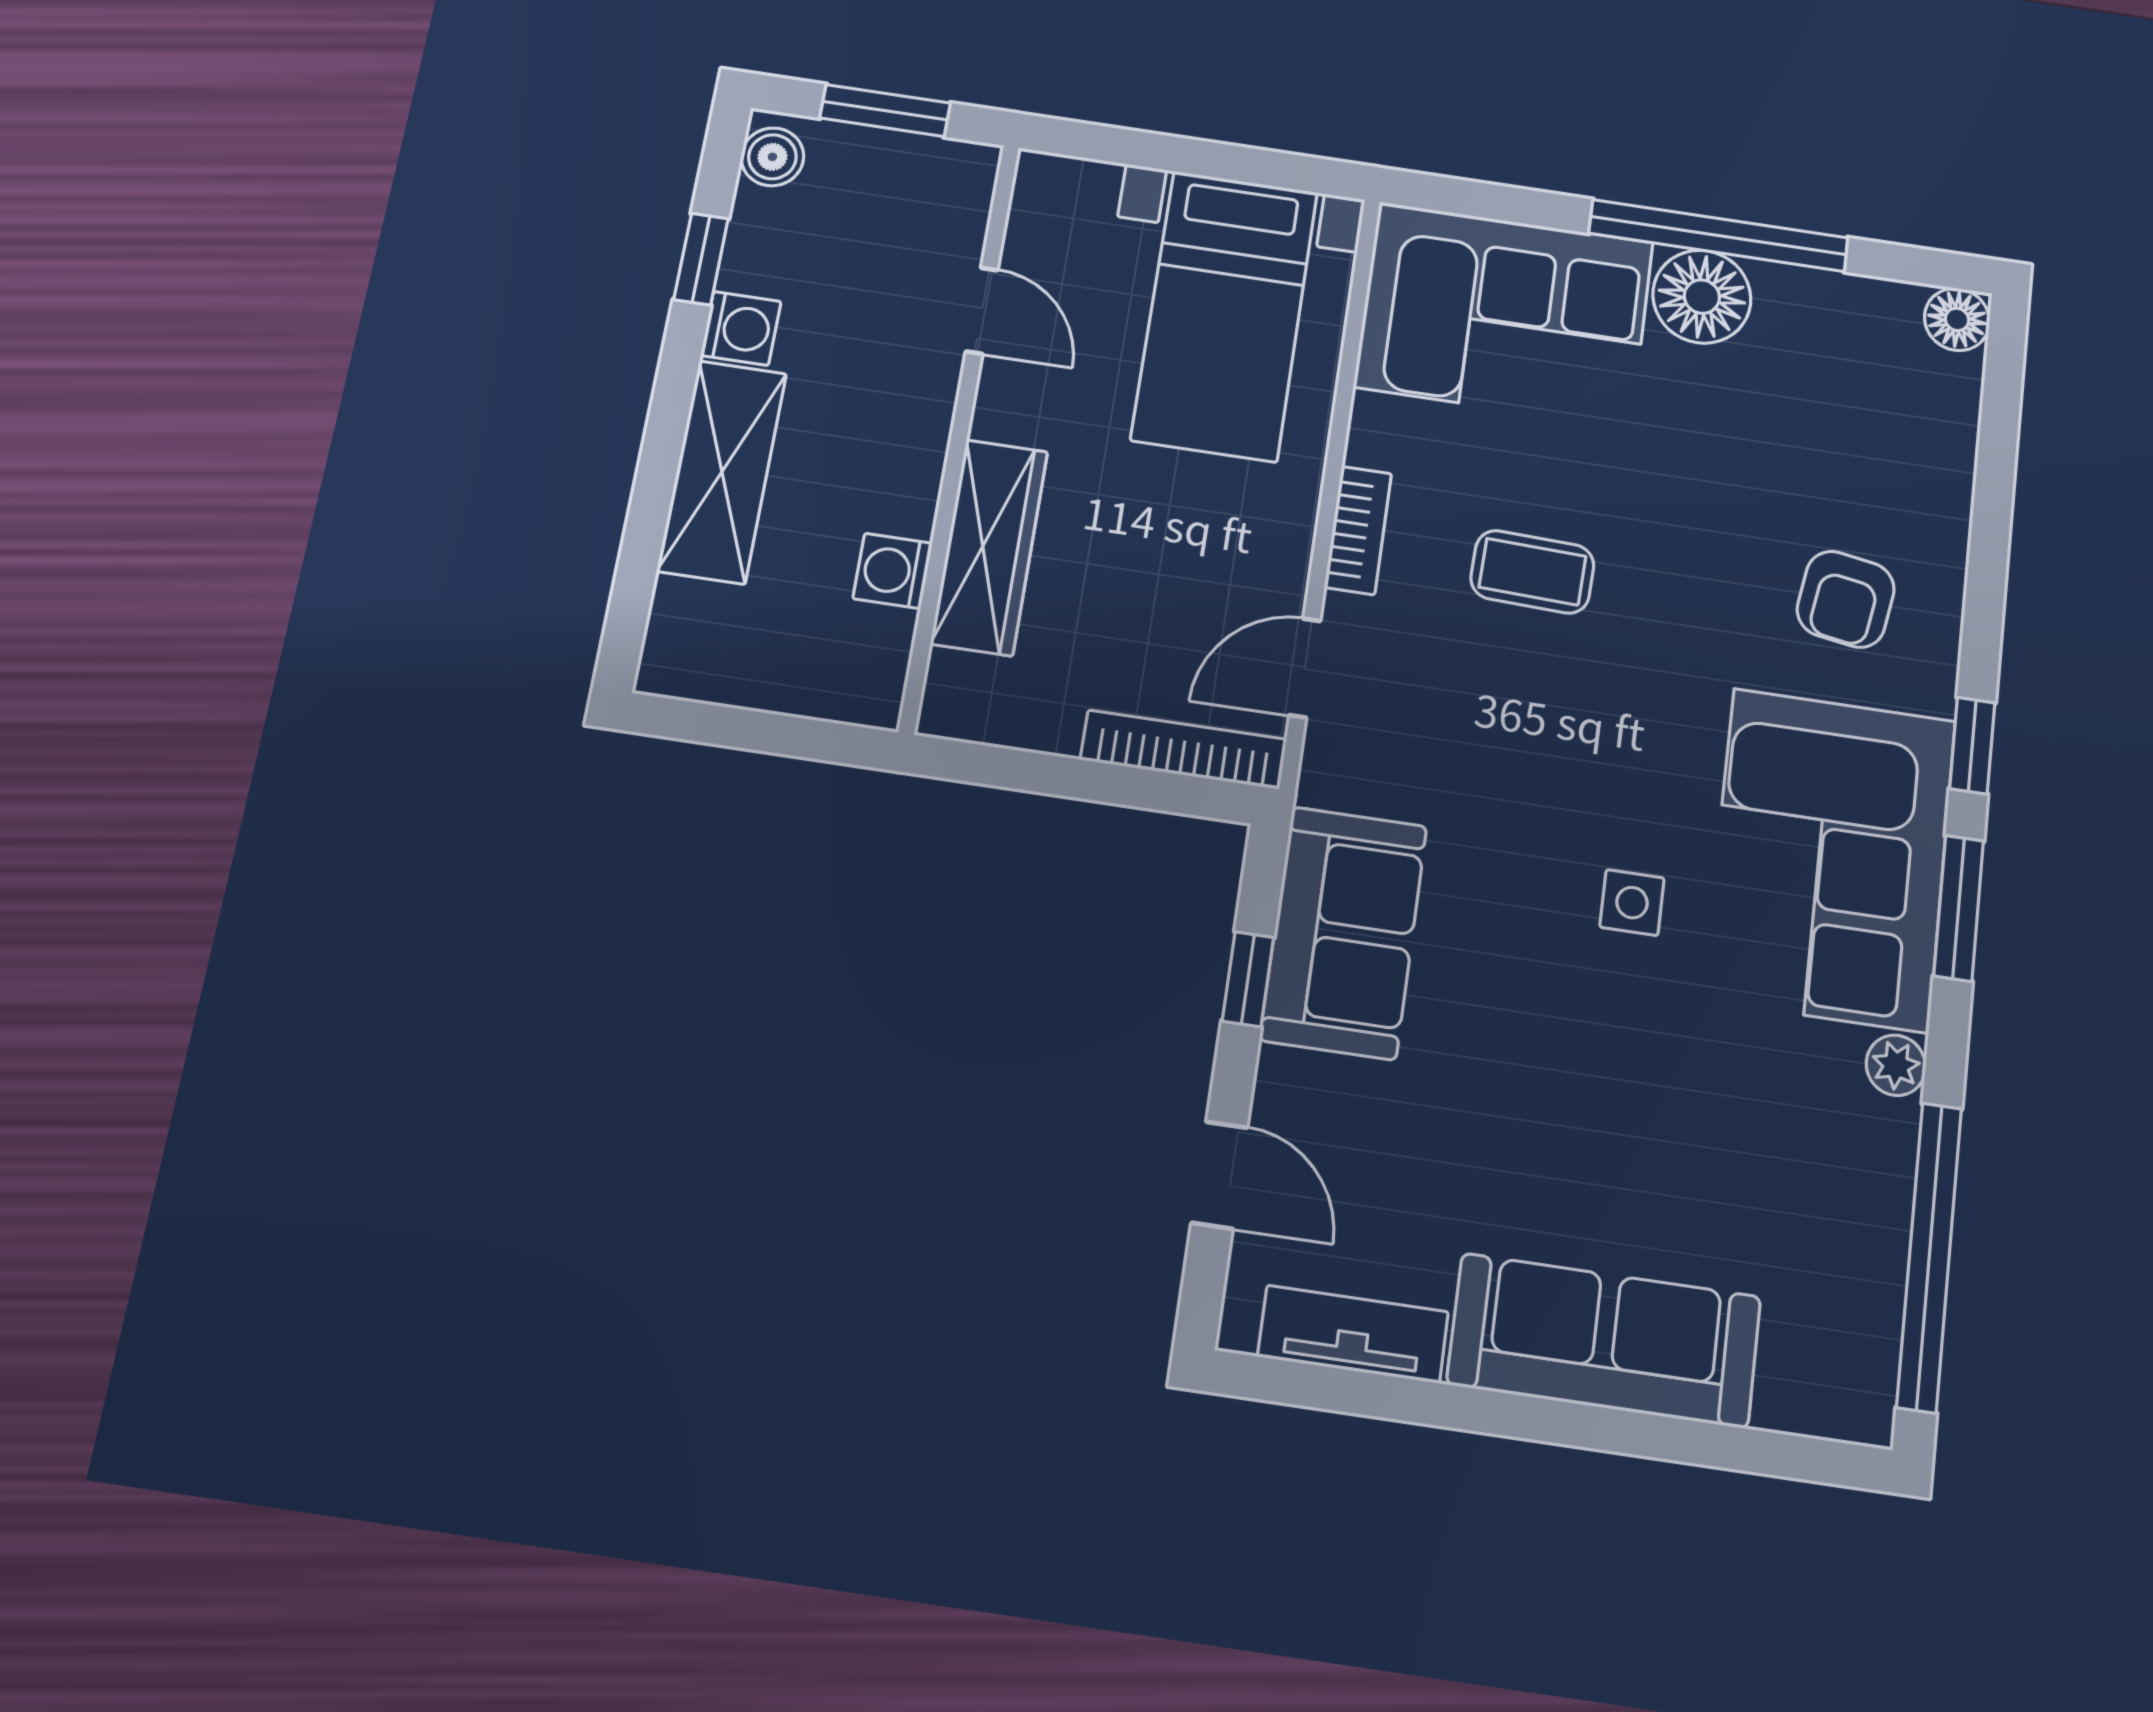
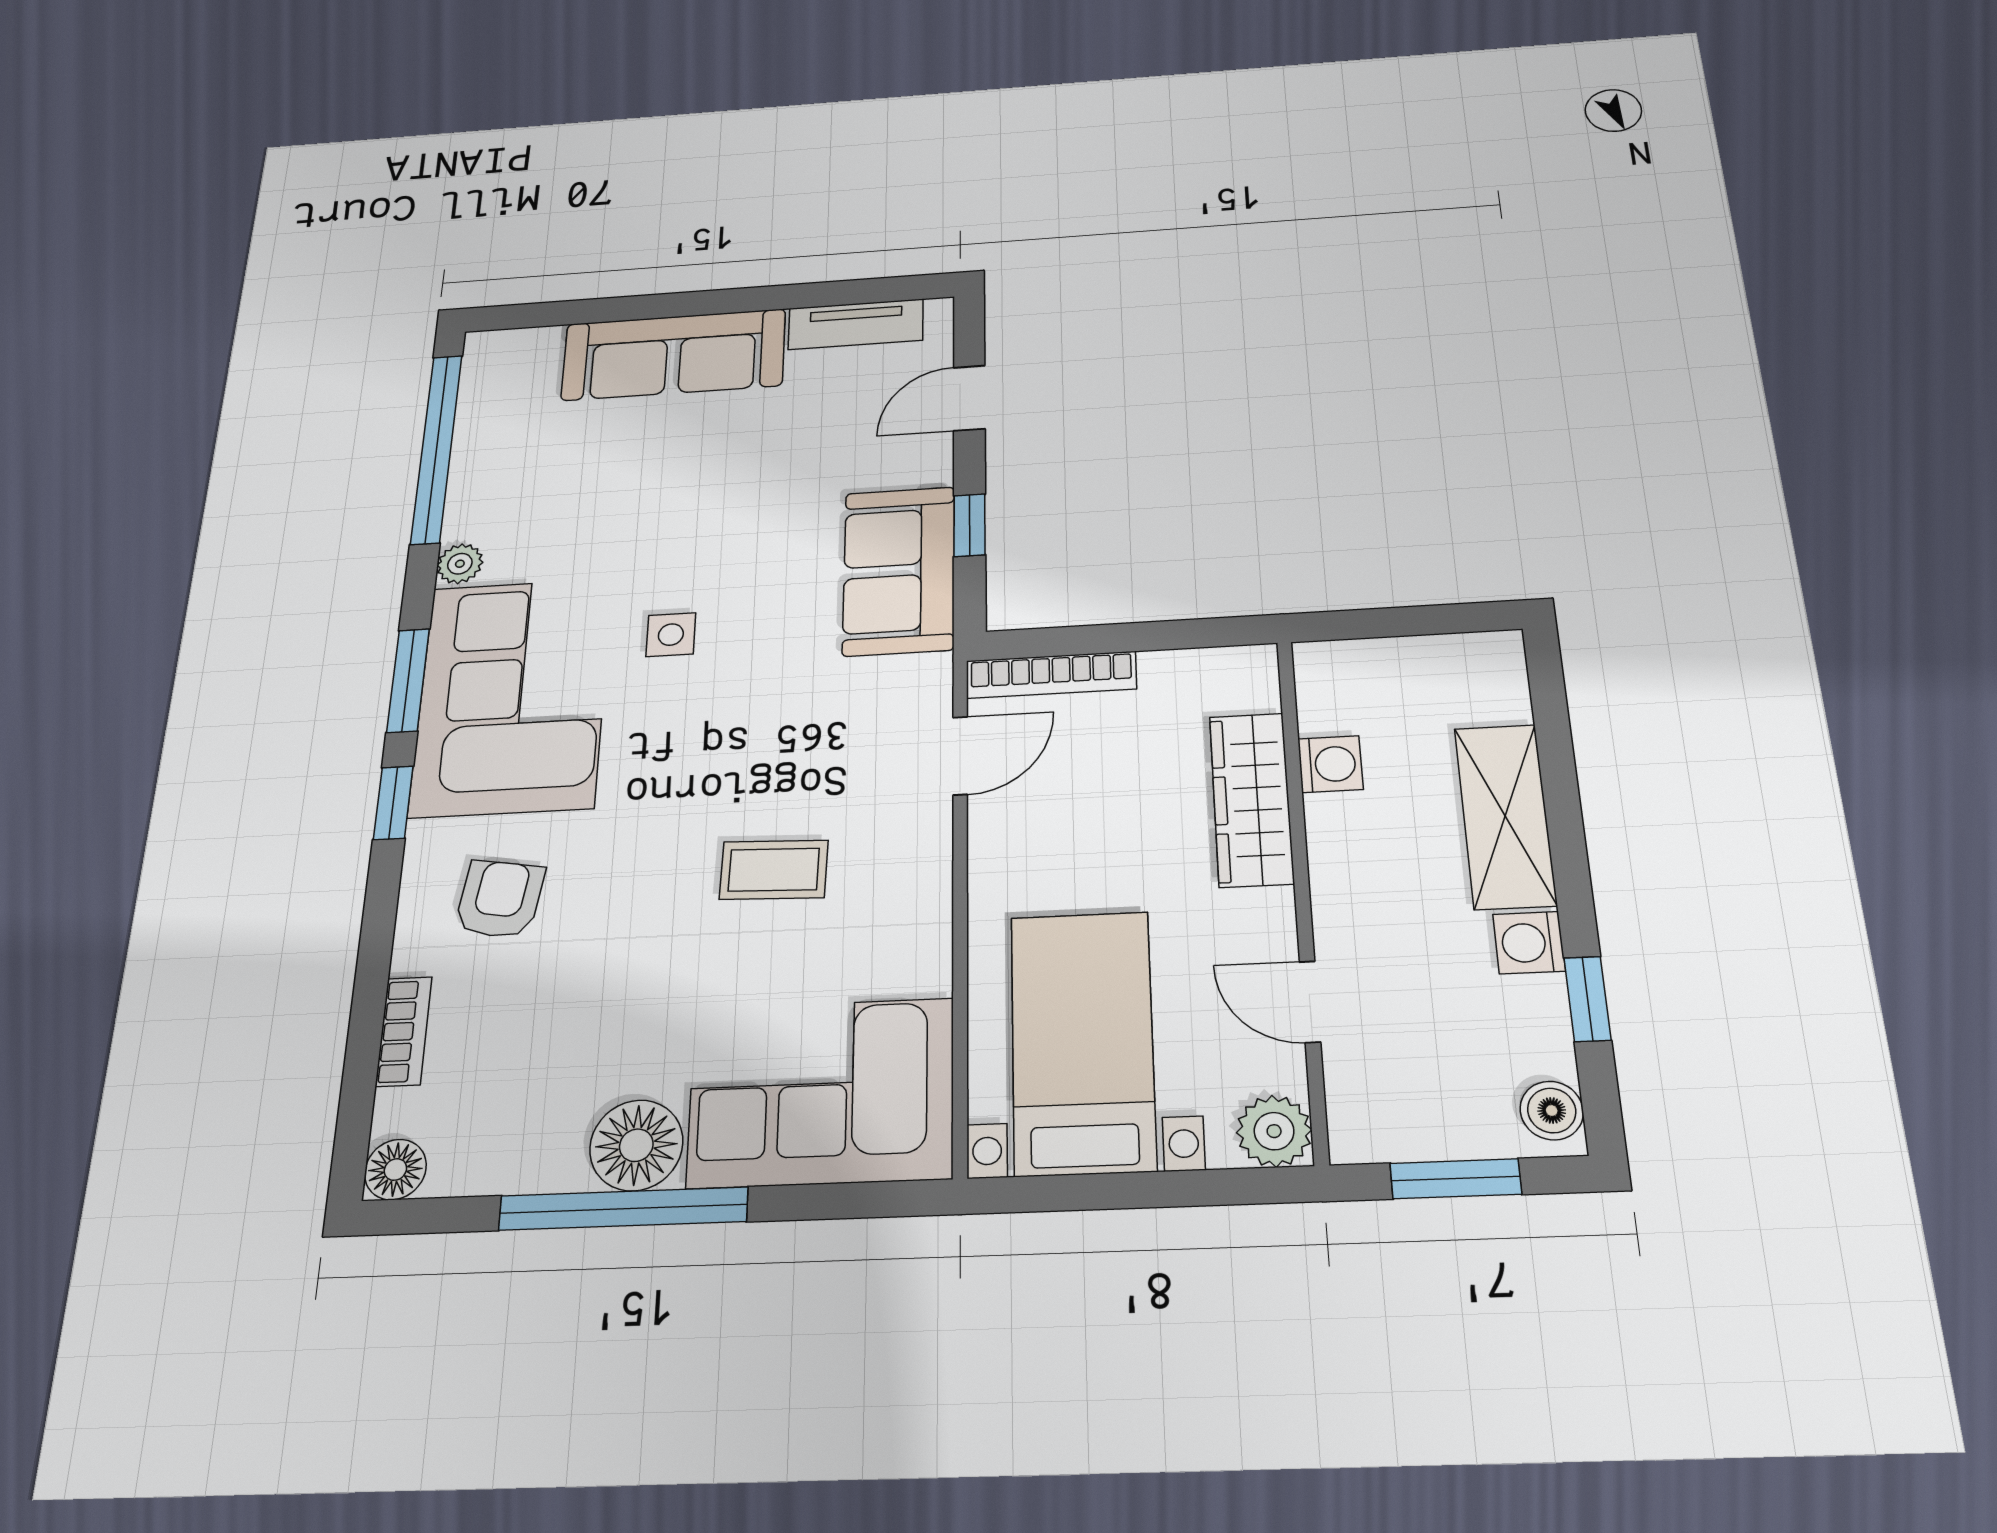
plant: (1050, 188) -> (1274, 1131), added
bookcase: (1358, 530) -> (404, 1031), moved, turned 180
door: (1219, 1175) -> (969, 398), hinge flipped

